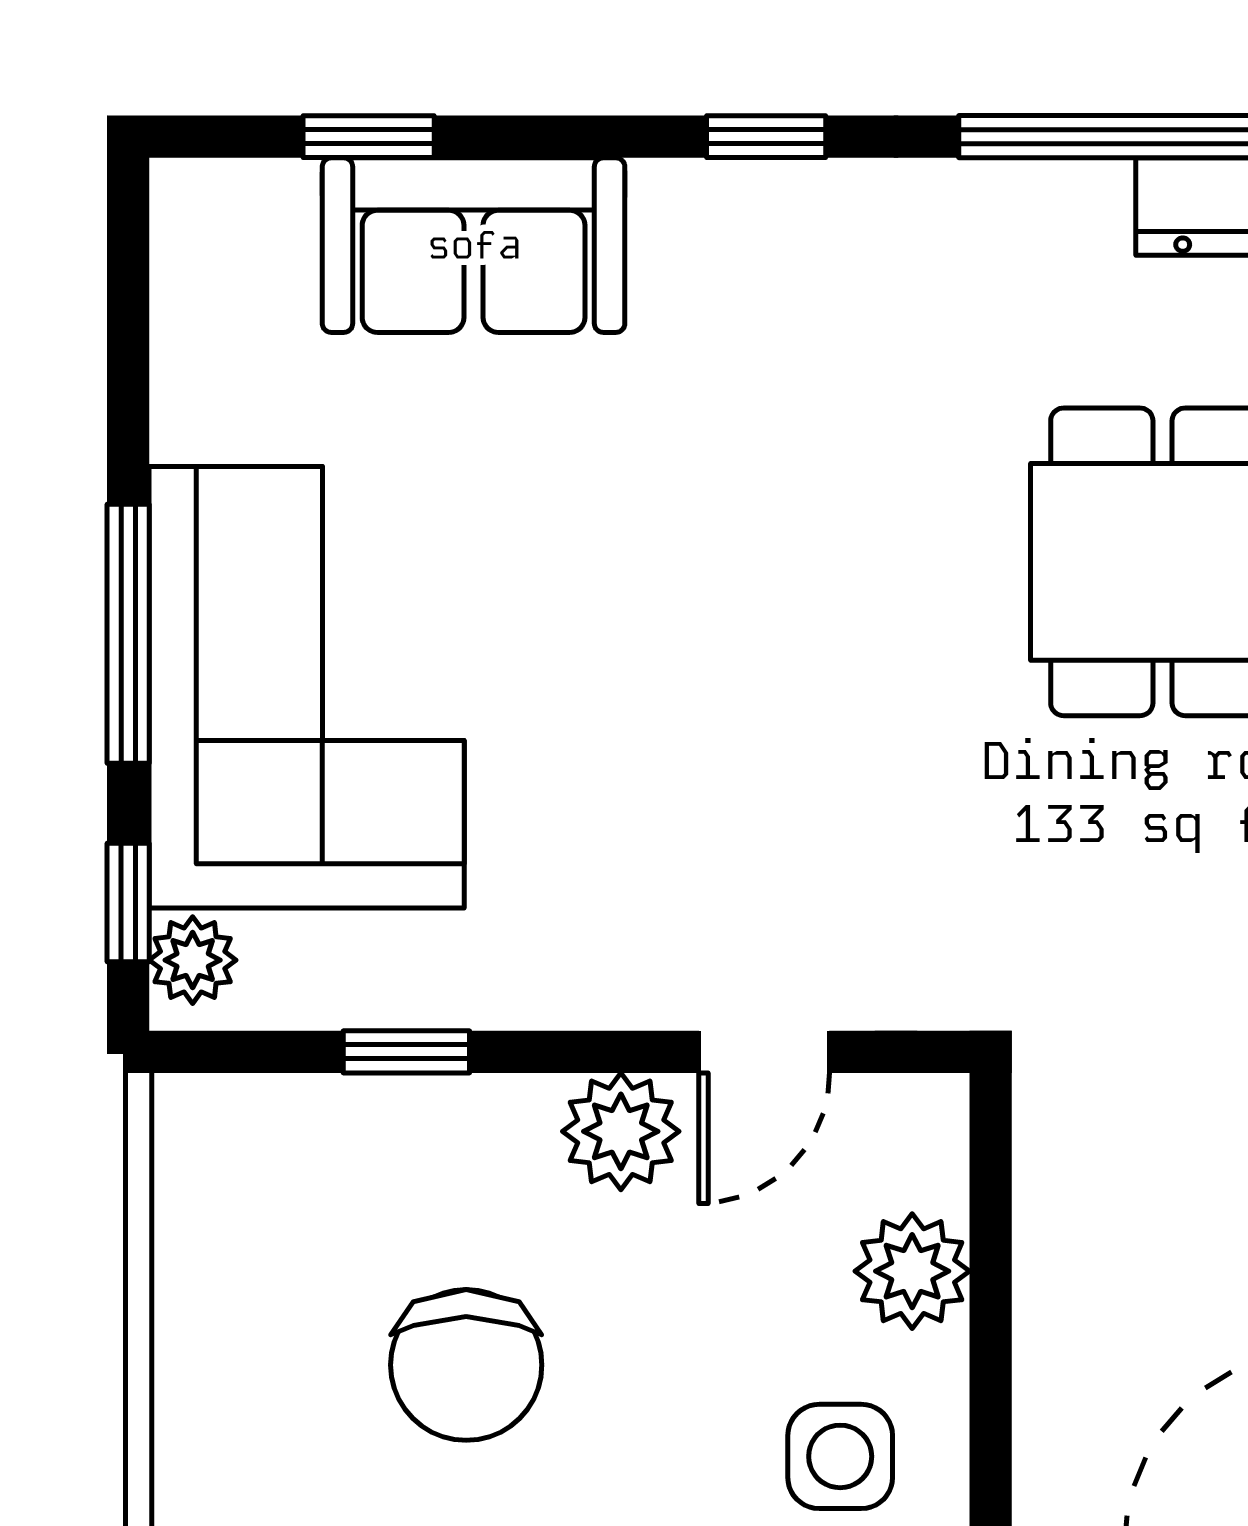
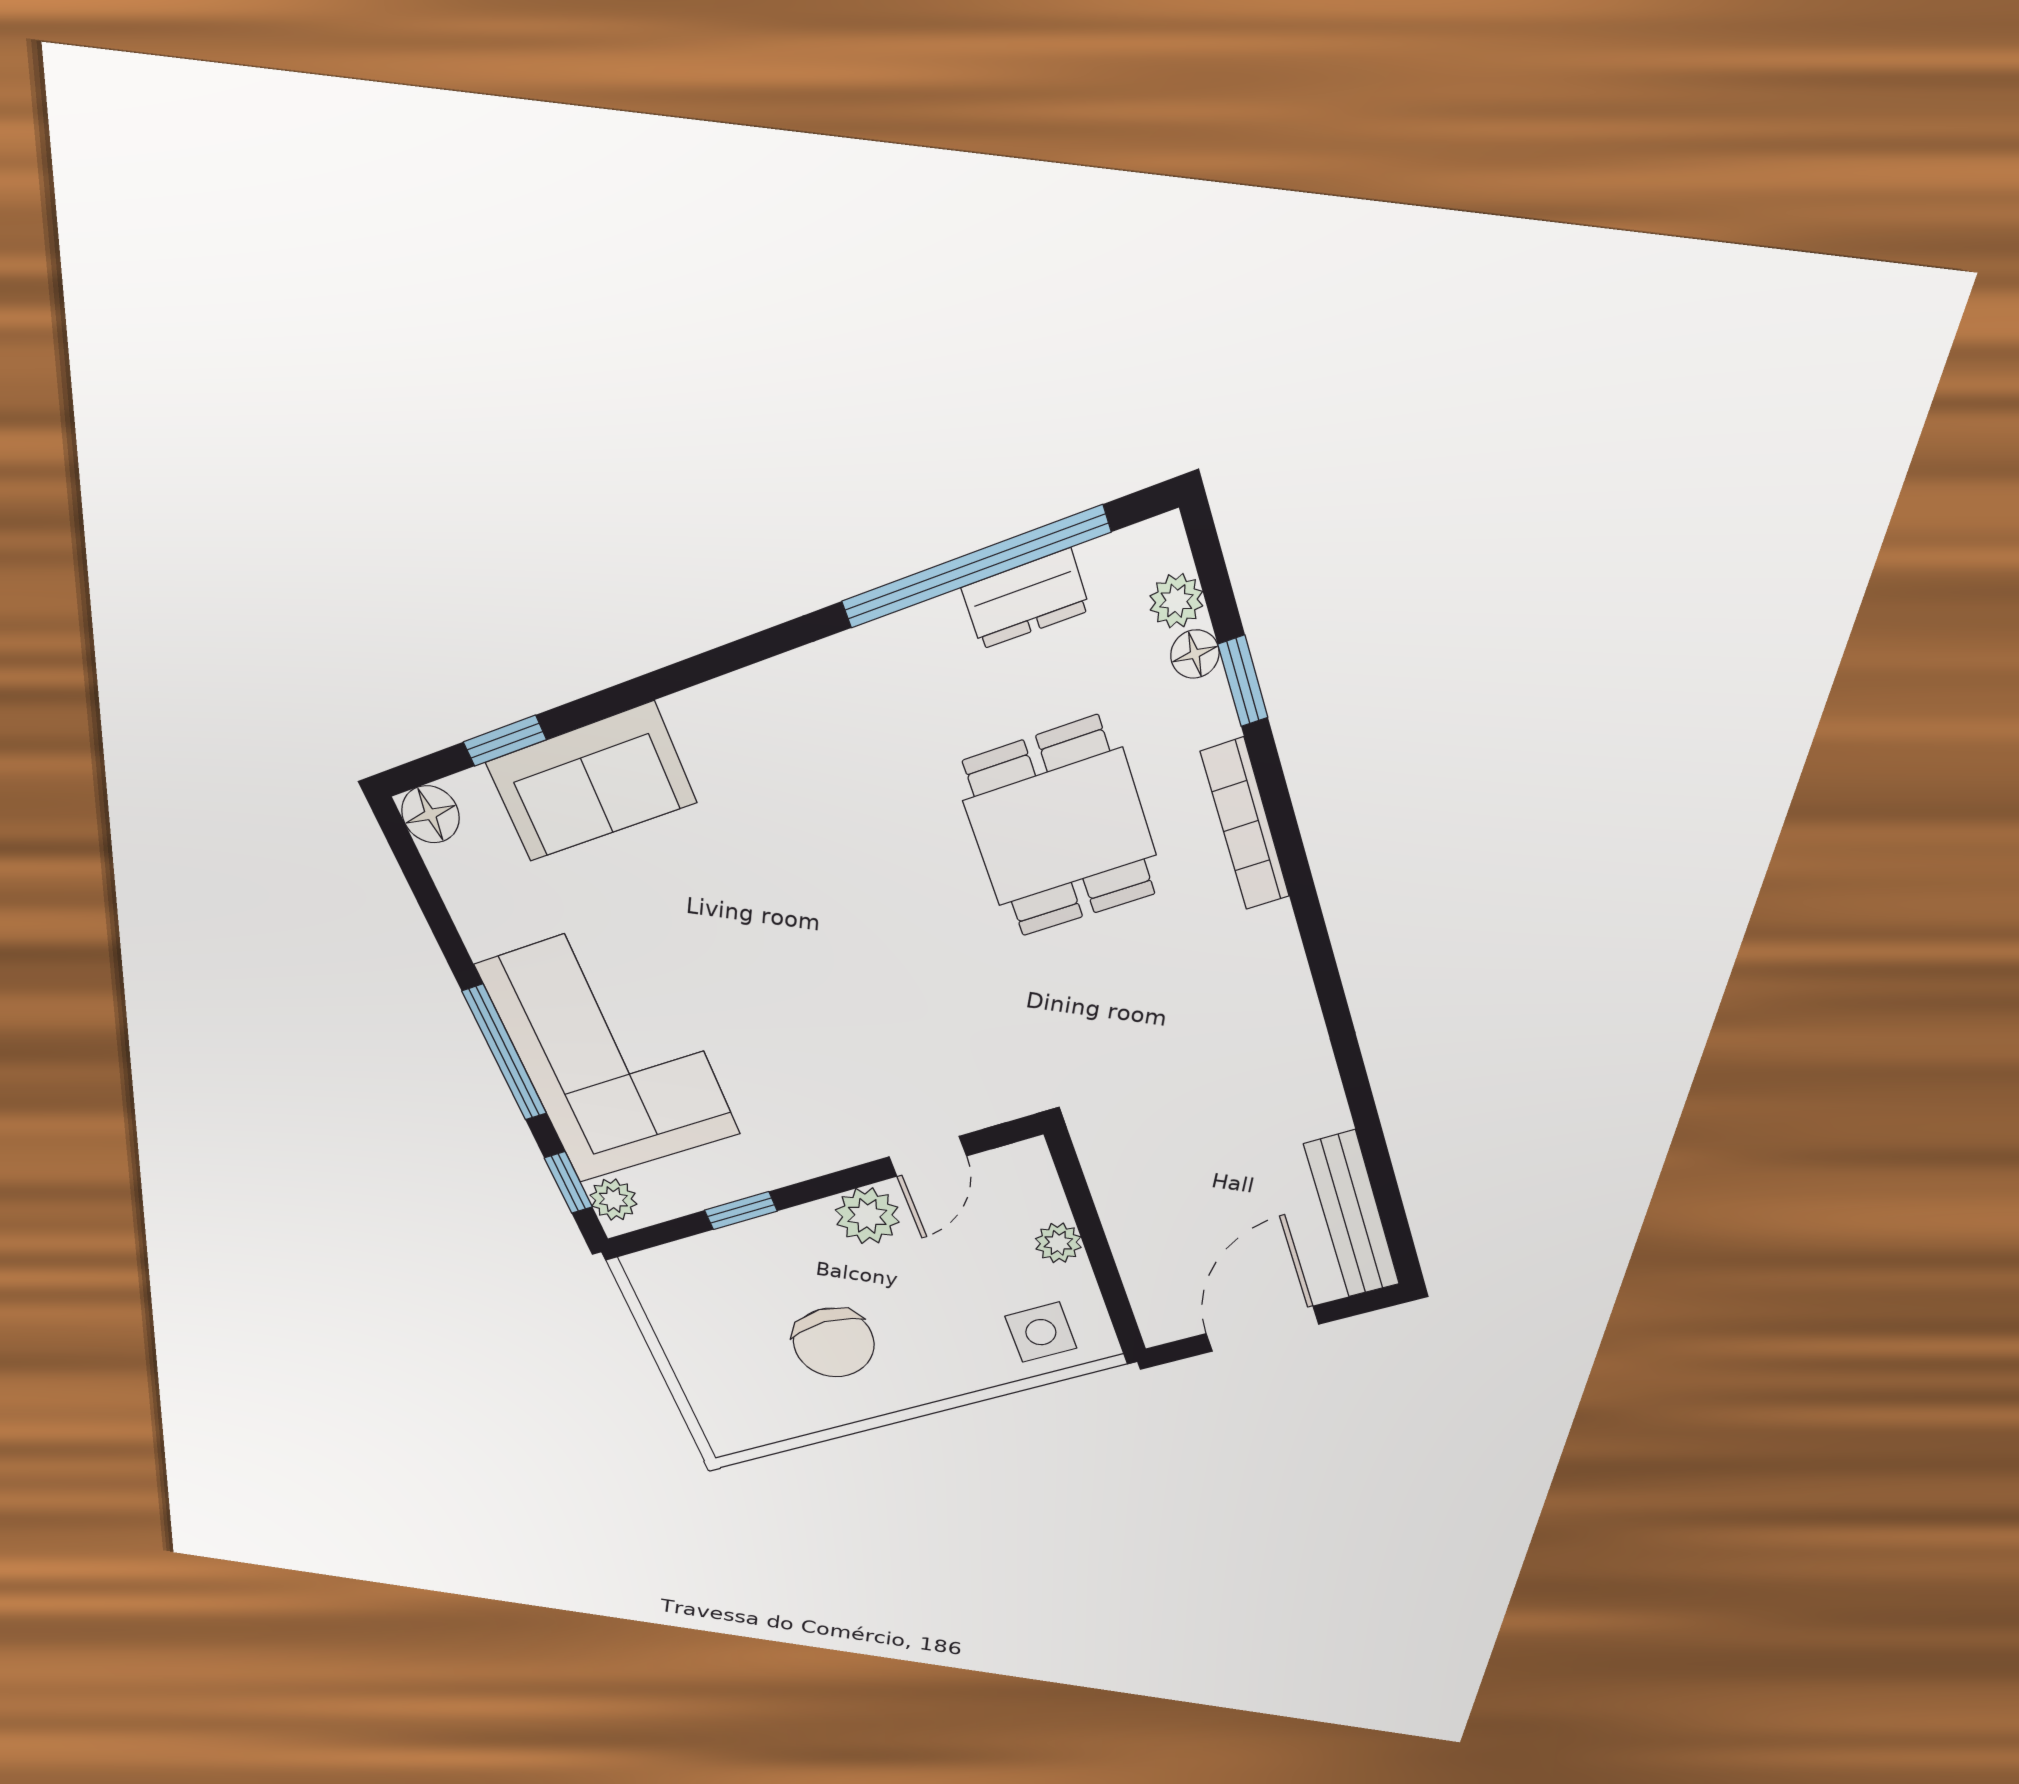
window: (766, 137) -> (731, 657), removed
floor lamp: (197, 206) -> (430, 814), added
plant: (912, 1271) -> (1058, 1243), width x0.73, depth x0.73

